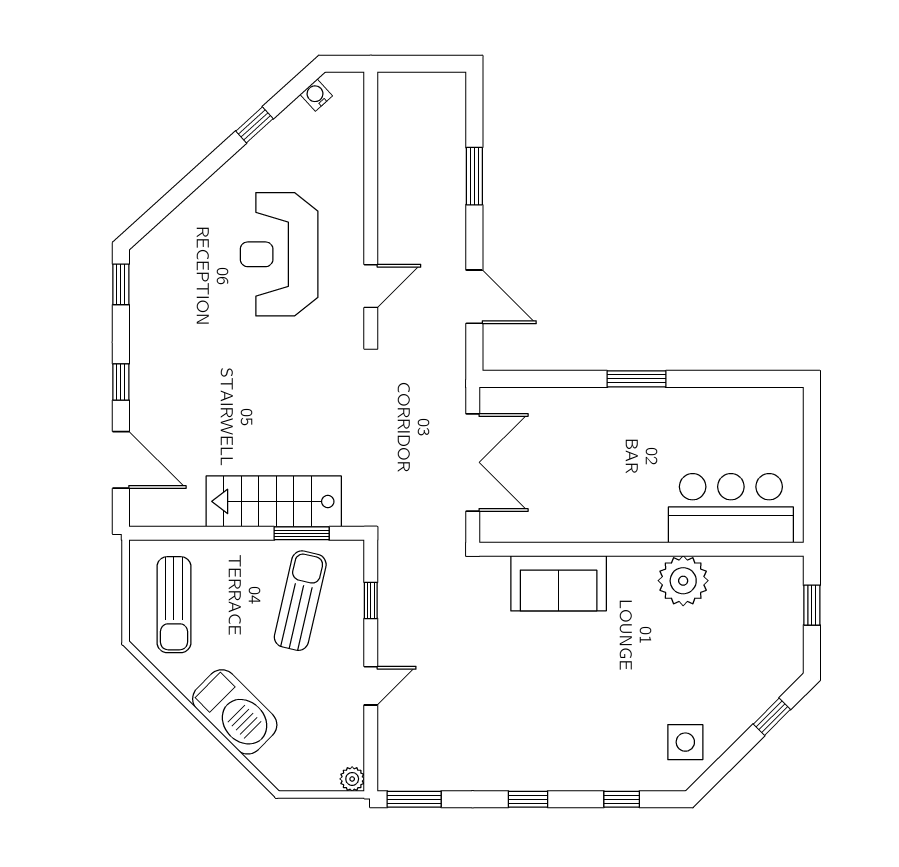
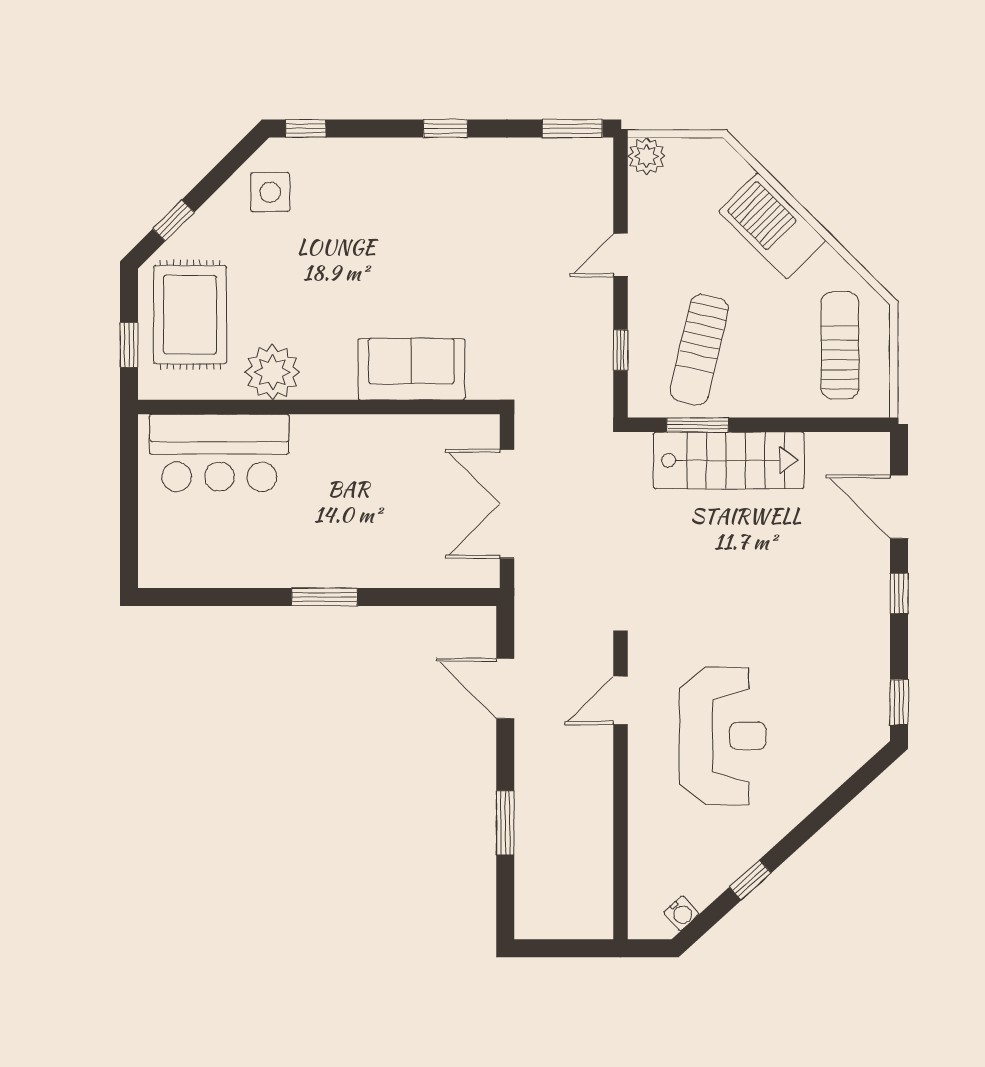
rug: (757, 632) -> (190, 315), added
plant: (352, 779) -> (646, 156), width x1.38, depth x1.38
window: (622, 799) -> (306, 129), moved

